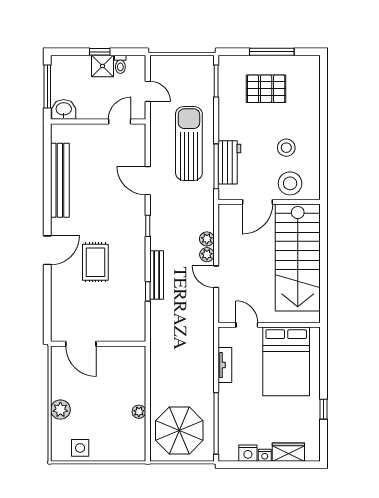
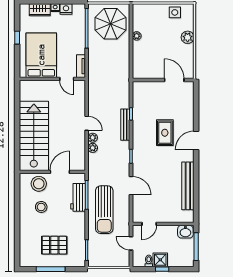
door: (247, 325) -> (67, 79), moved
wall: (269, 325) -> (52, 79), moved
bed: (286, 361) -> (41, 55), moved

